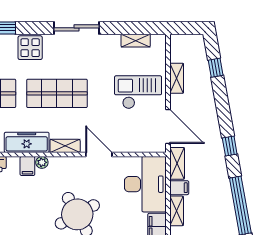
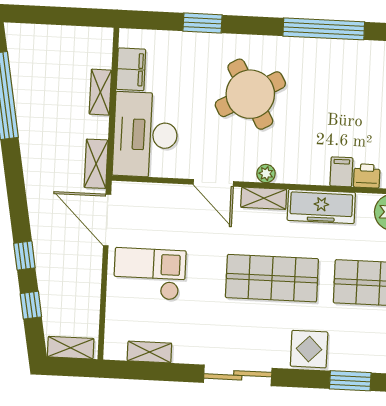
shelving: (177, 78) -> (71, 348), moved, turned 90
checkout: (138, 92) -> (150, 274), turned 180
window: (230, 146) -> (24, 256), moved
plant: (42, 162) -> (266, 174), moved
filing cabinet: (27, 166) -> (341, 172), moved
filing cabinet: (179, 188) -> (95, 127), removed

